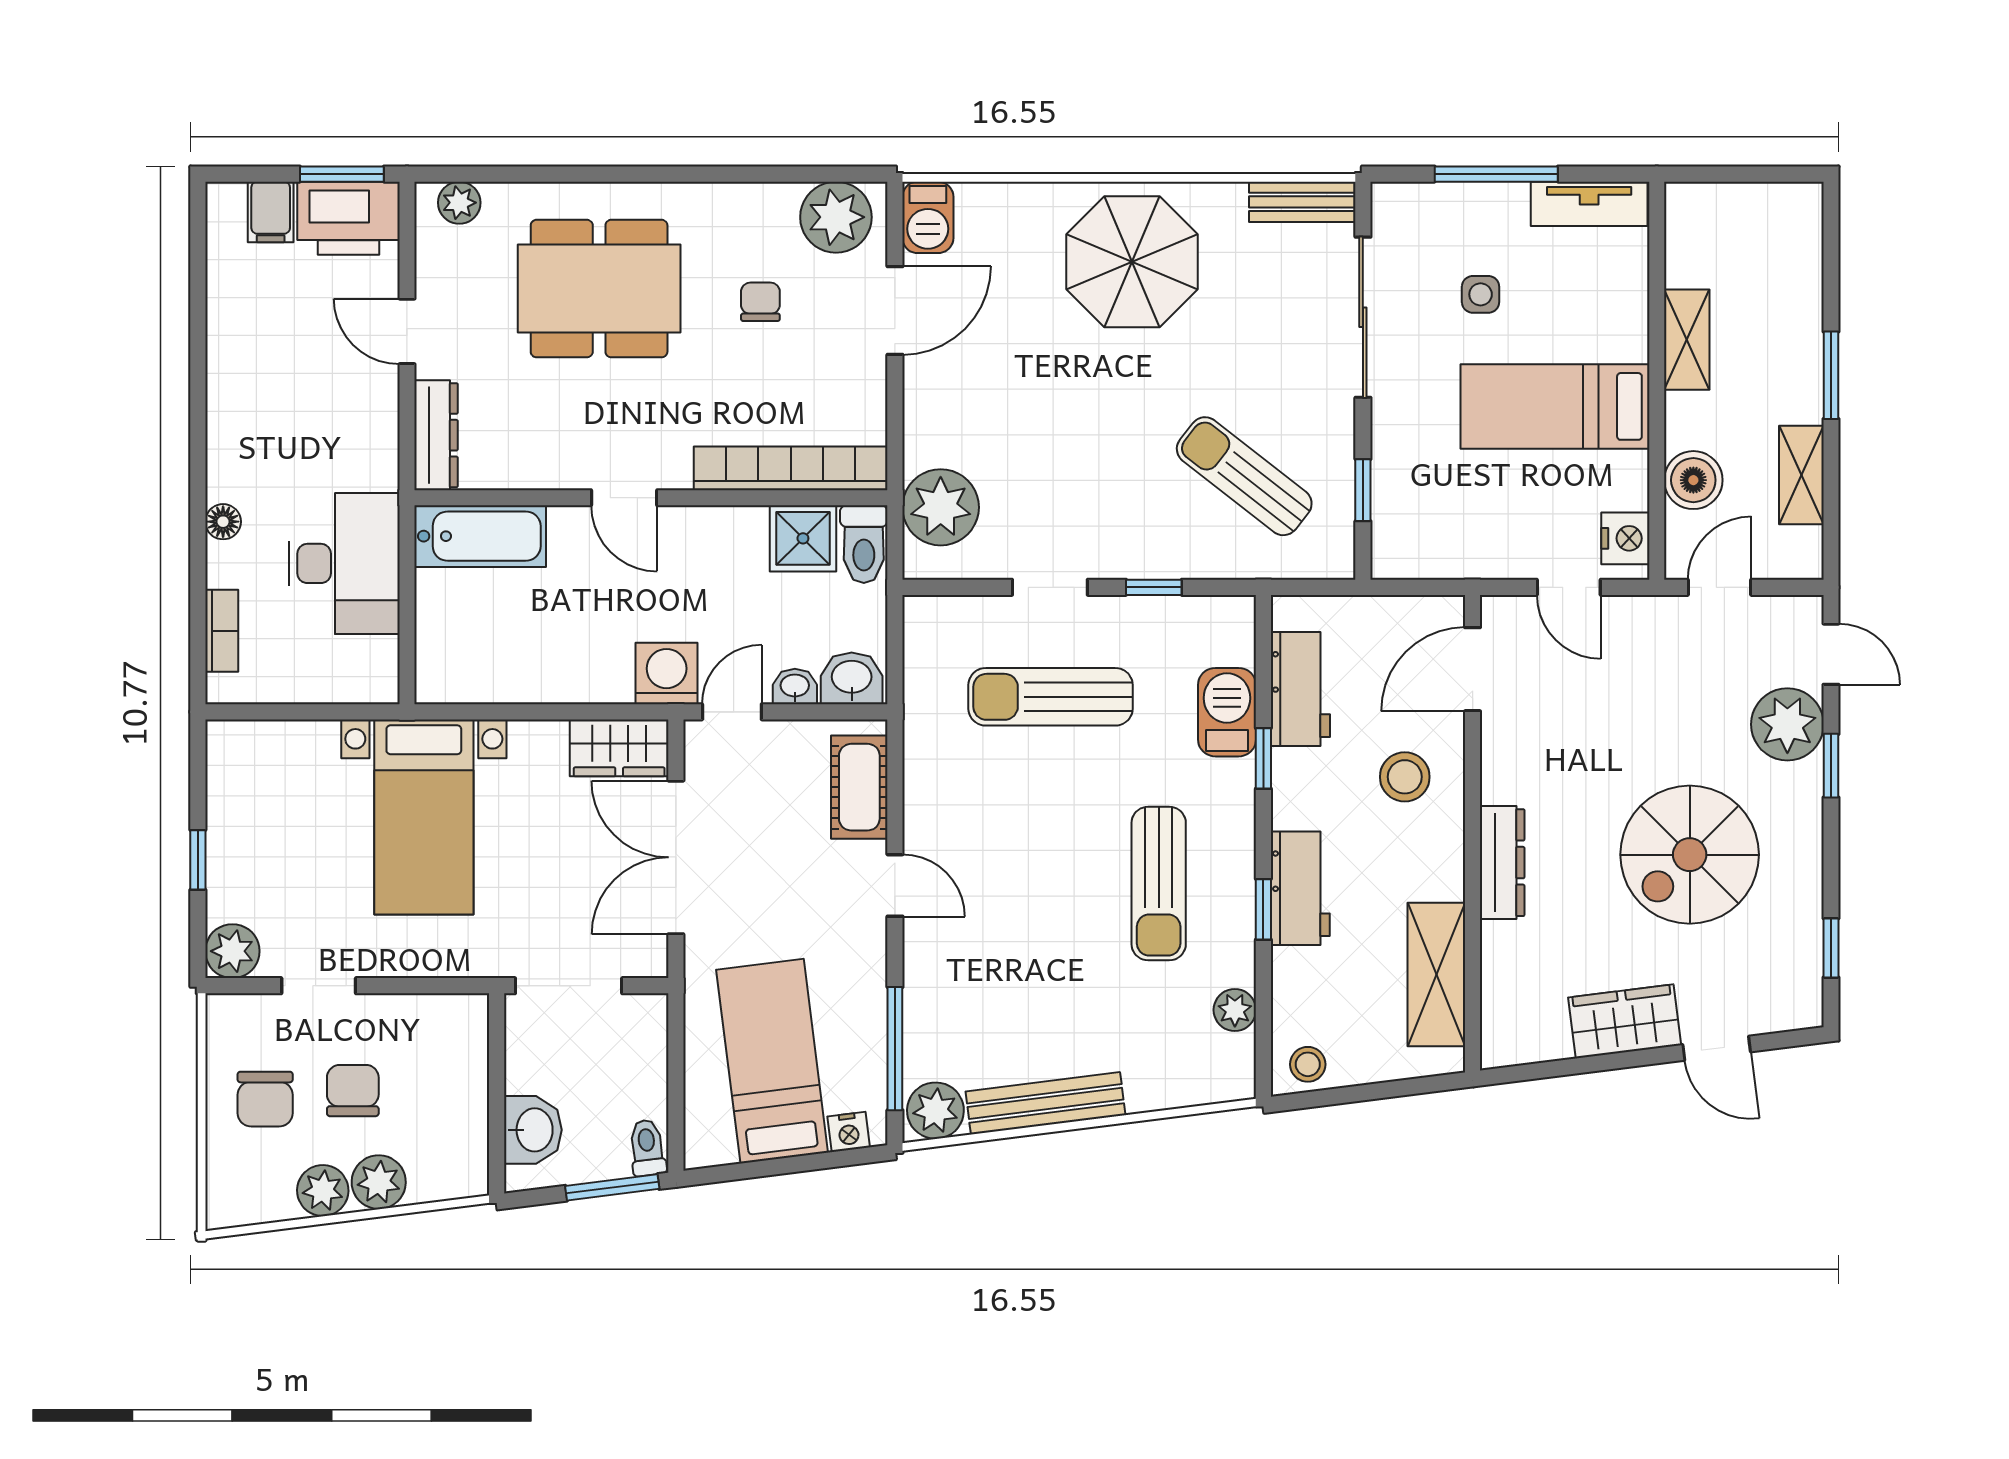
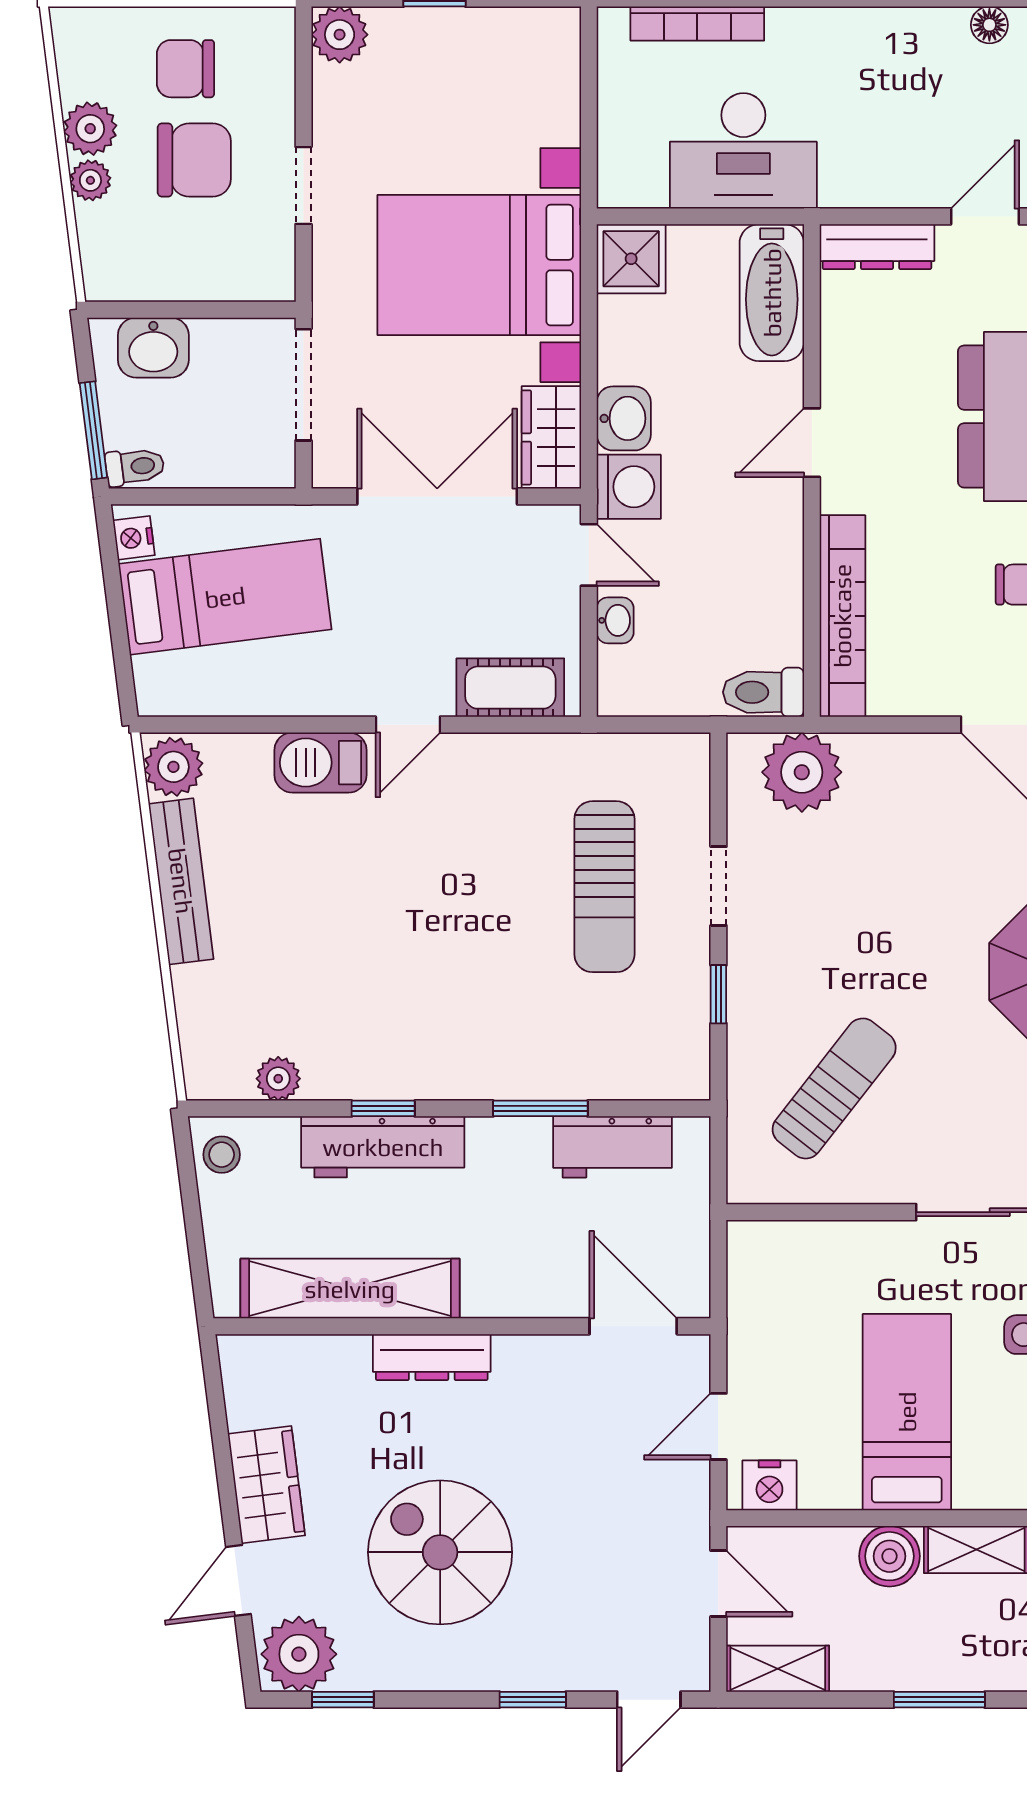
shelving: (1801, 475) -> (778, 1669), moved
boiler: (1693, 480) -> (889, 1556), moved
window: (1363, 490) -> (820, 1212), removed
floor lamp: (223, 522) -> (989, 25), moved
shower: (803, 538) -> (631, 259), moved
bookcase: (222, 631) -> (697, 24), width x1.56
washbasin: (852, 678) -> (624, 418), moved
sun lounger: (1051, 697) -> (604, 887), turned 180
barbecue: (1227, 712) -> (320, 763), moved, turned 180
plant: (1787, 724) -> (299, 1654), moved
window: (1263, 758) -> (540, 1108), width x1.50
stool: (1405, 777) -> (521, 1256), removed
bed with nightstands: (424, 817) -> (479, 265), width x1.36
sun lounger: (1159, 884) -> (410, 999), removed
workbench: (1300, 888) -> (383, 1147), width x1.37
shelving: (1436, 975) -> (350, 1289), width x1.47
doorway: (319, 986) -> (304, 185), moved
window: (895, 1049) -> (238, 725), removed
chair: (353, 1091) -> (194, 160), width x1.37, depth x1.37
nightstand: (849, 1132) -> (134, 538), moved
plant: (379, 1182) -> (90, 180), width x0.73, depth x0.73

